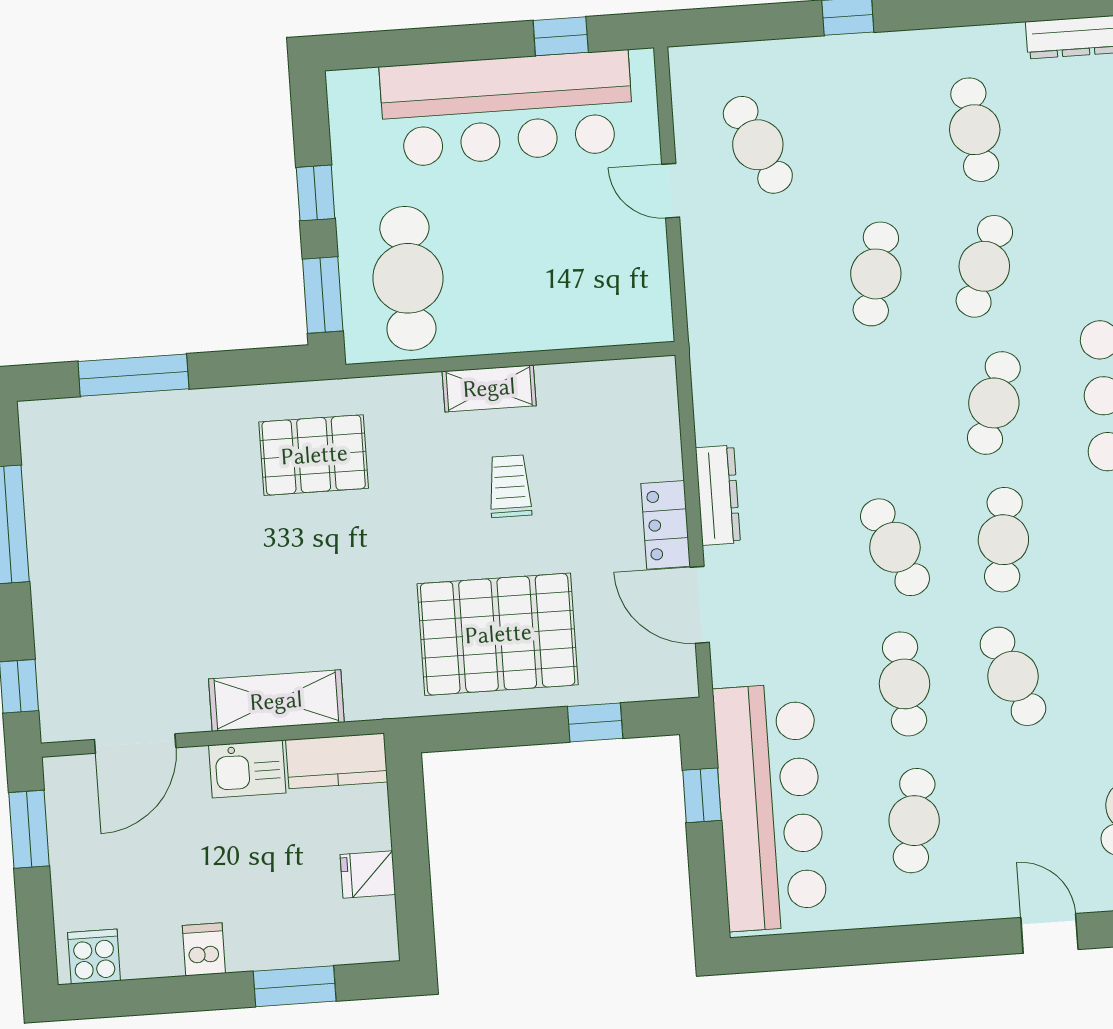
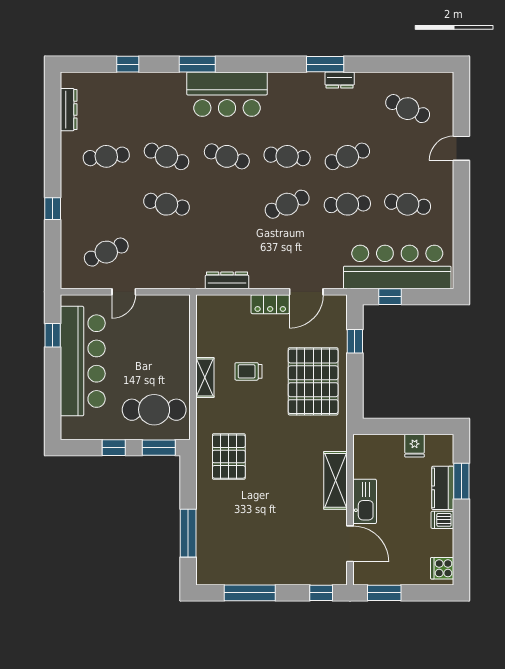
dresser: (718, 495) -> (227, 280), moved
kitchen counter: (337, 761) -> (443, 488), moved, turned 180
kitchen sink: (247, 769) -> (365, 501), width x1.38

